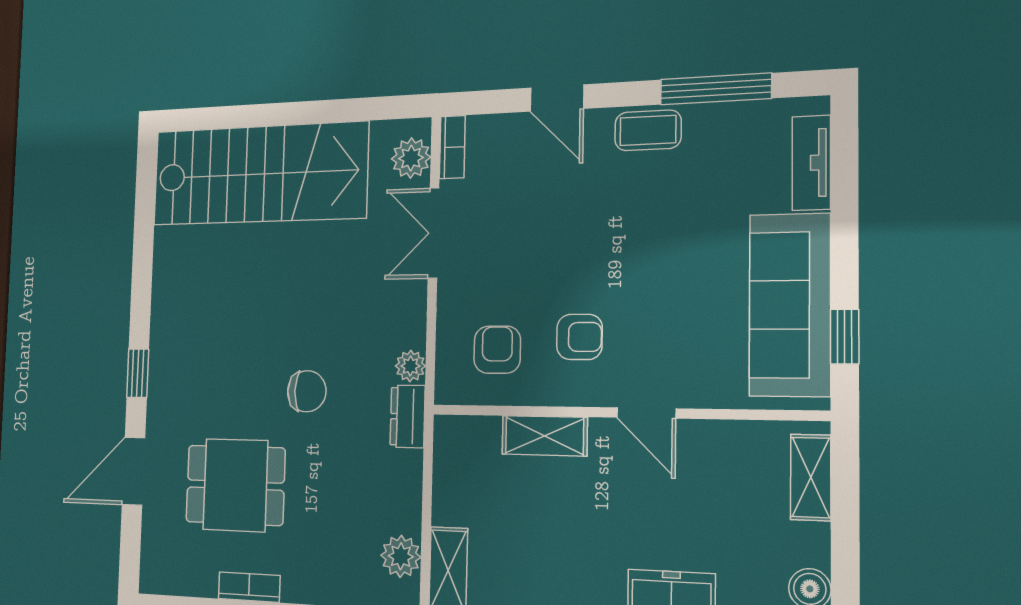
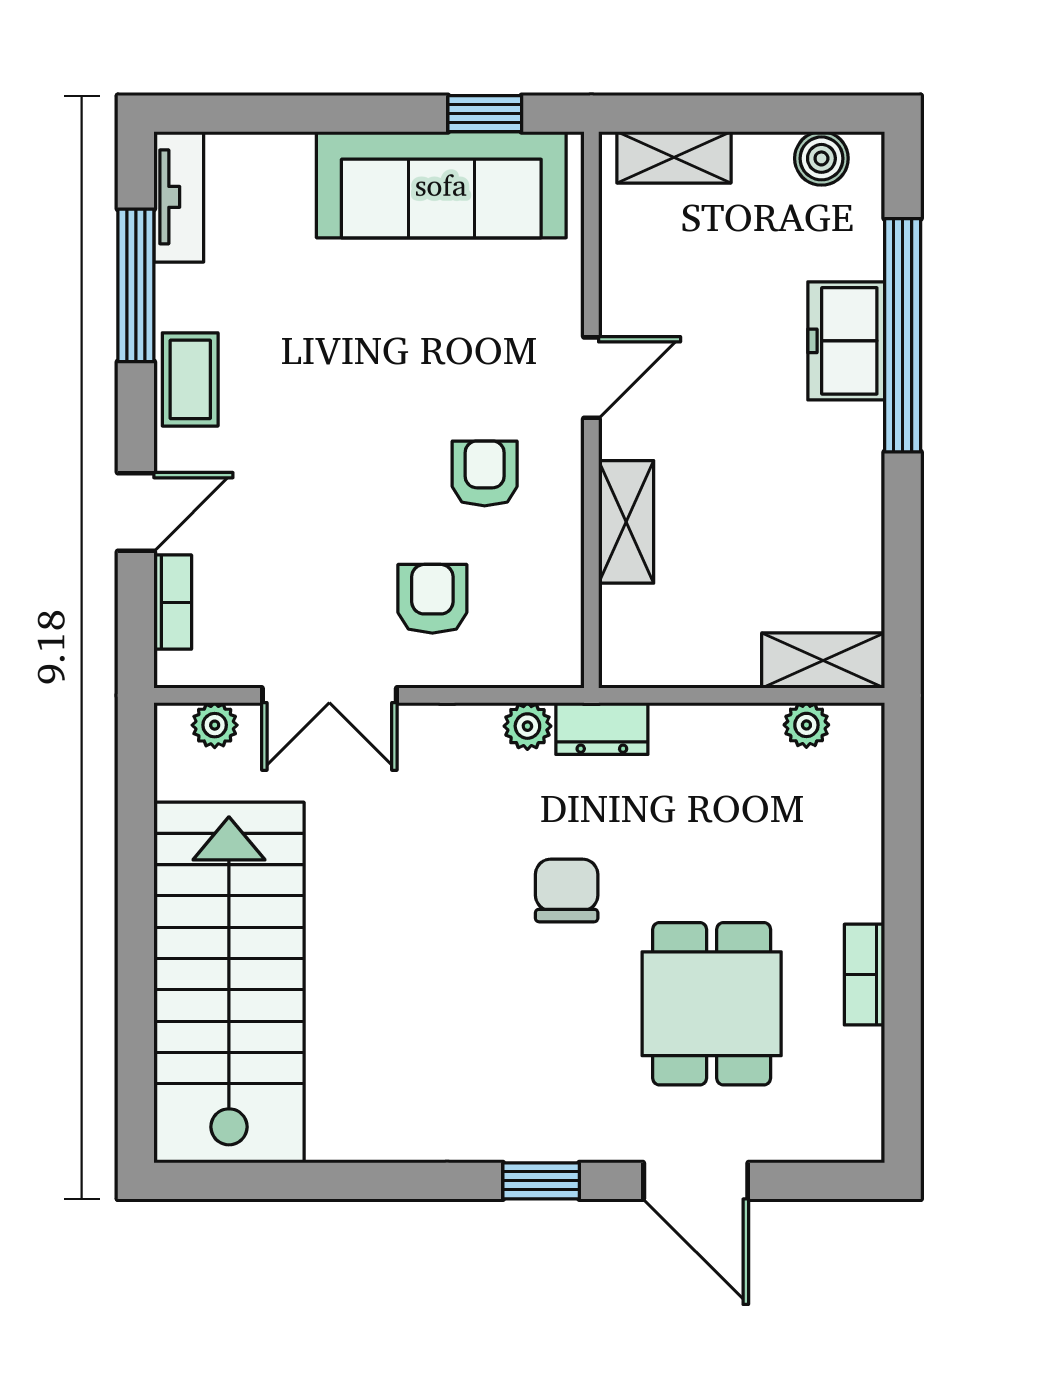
bookcase: (452, 147) -> (173, 602), moved, turned 90
plant: (411, 158) -> (215, 725), width x0.73, depth x0.73
tv unit: (811, 163) -> (179, 197), moved, turned -90
armchair: (497, 350) -> (432, 599), moved, turned 90
plant: (401, 556) -> (806, 725), width x0.73, depth x0.73

